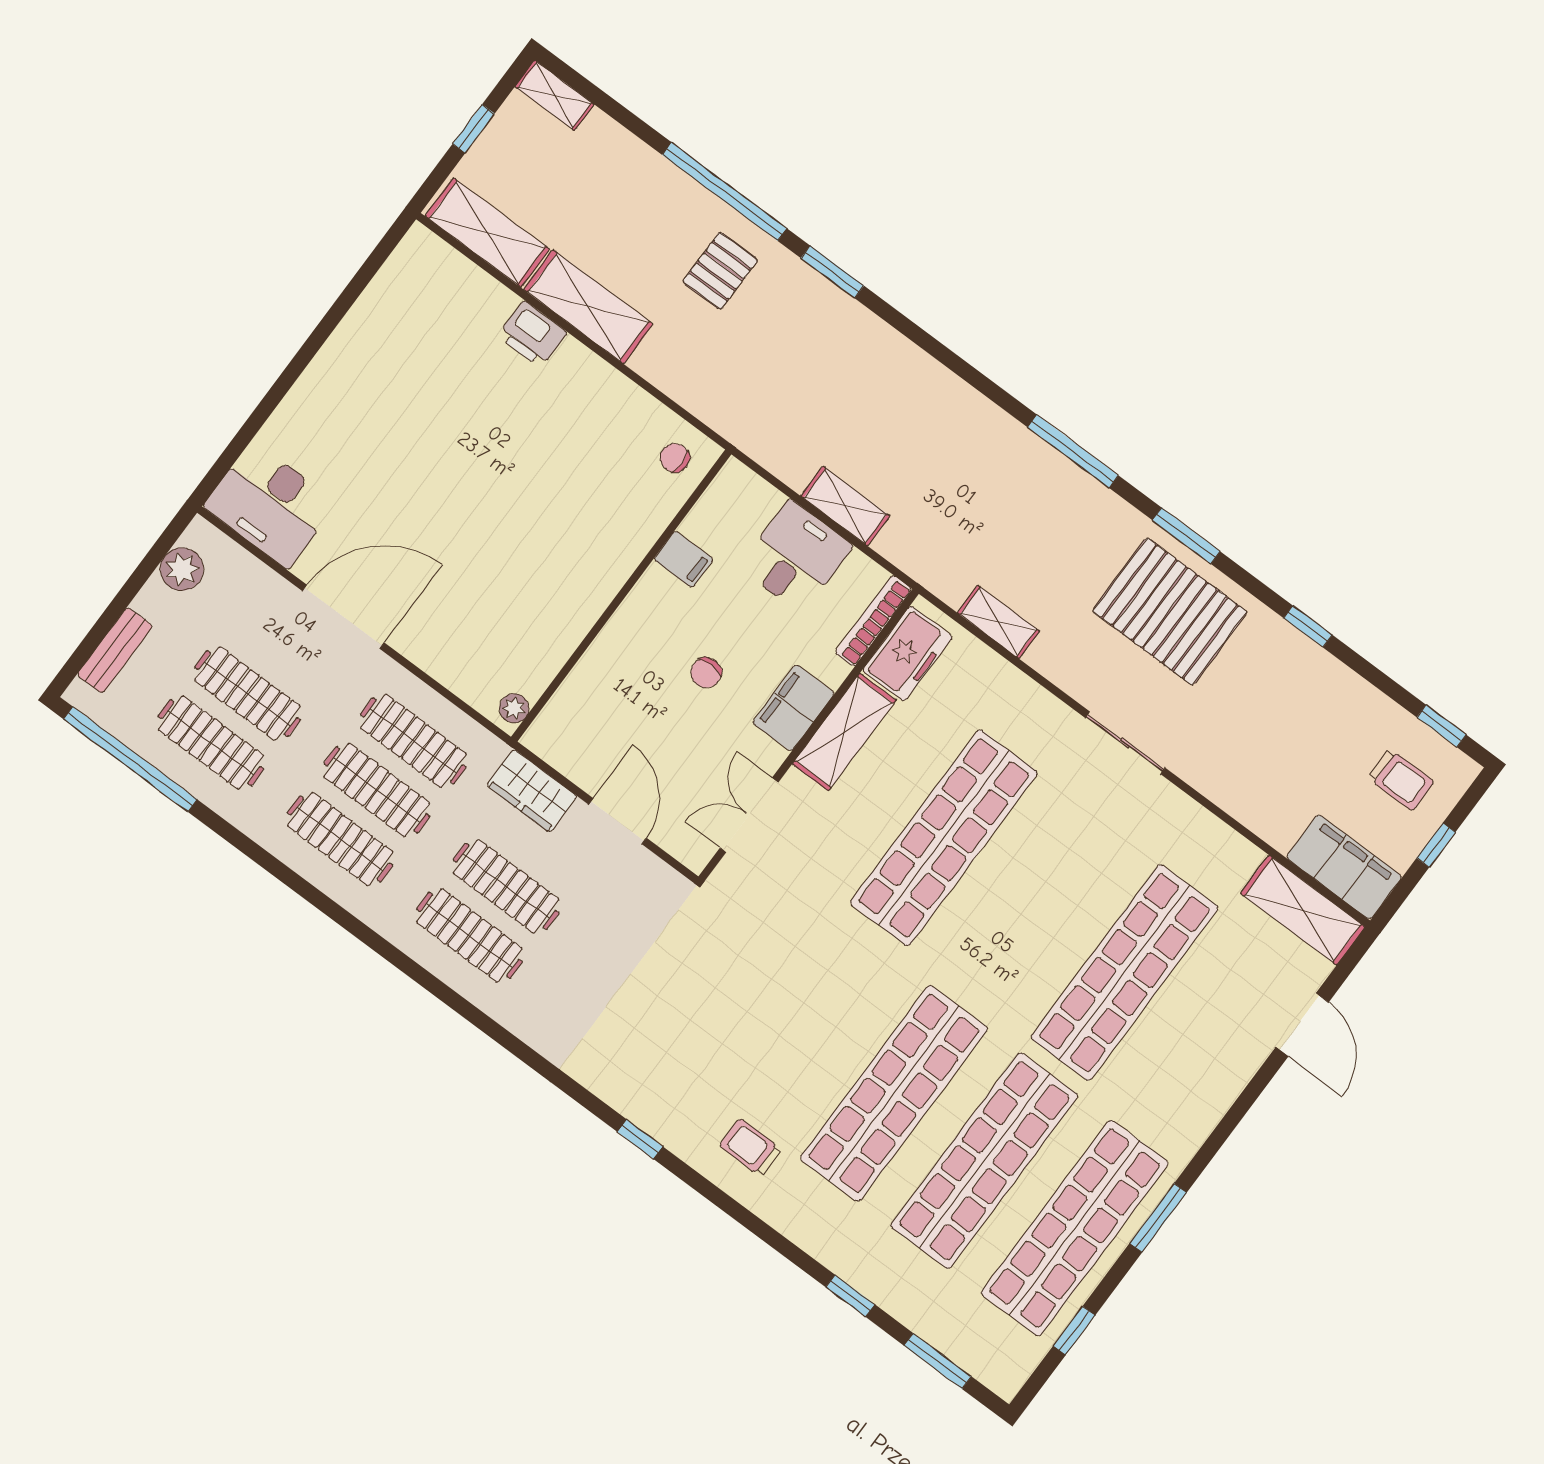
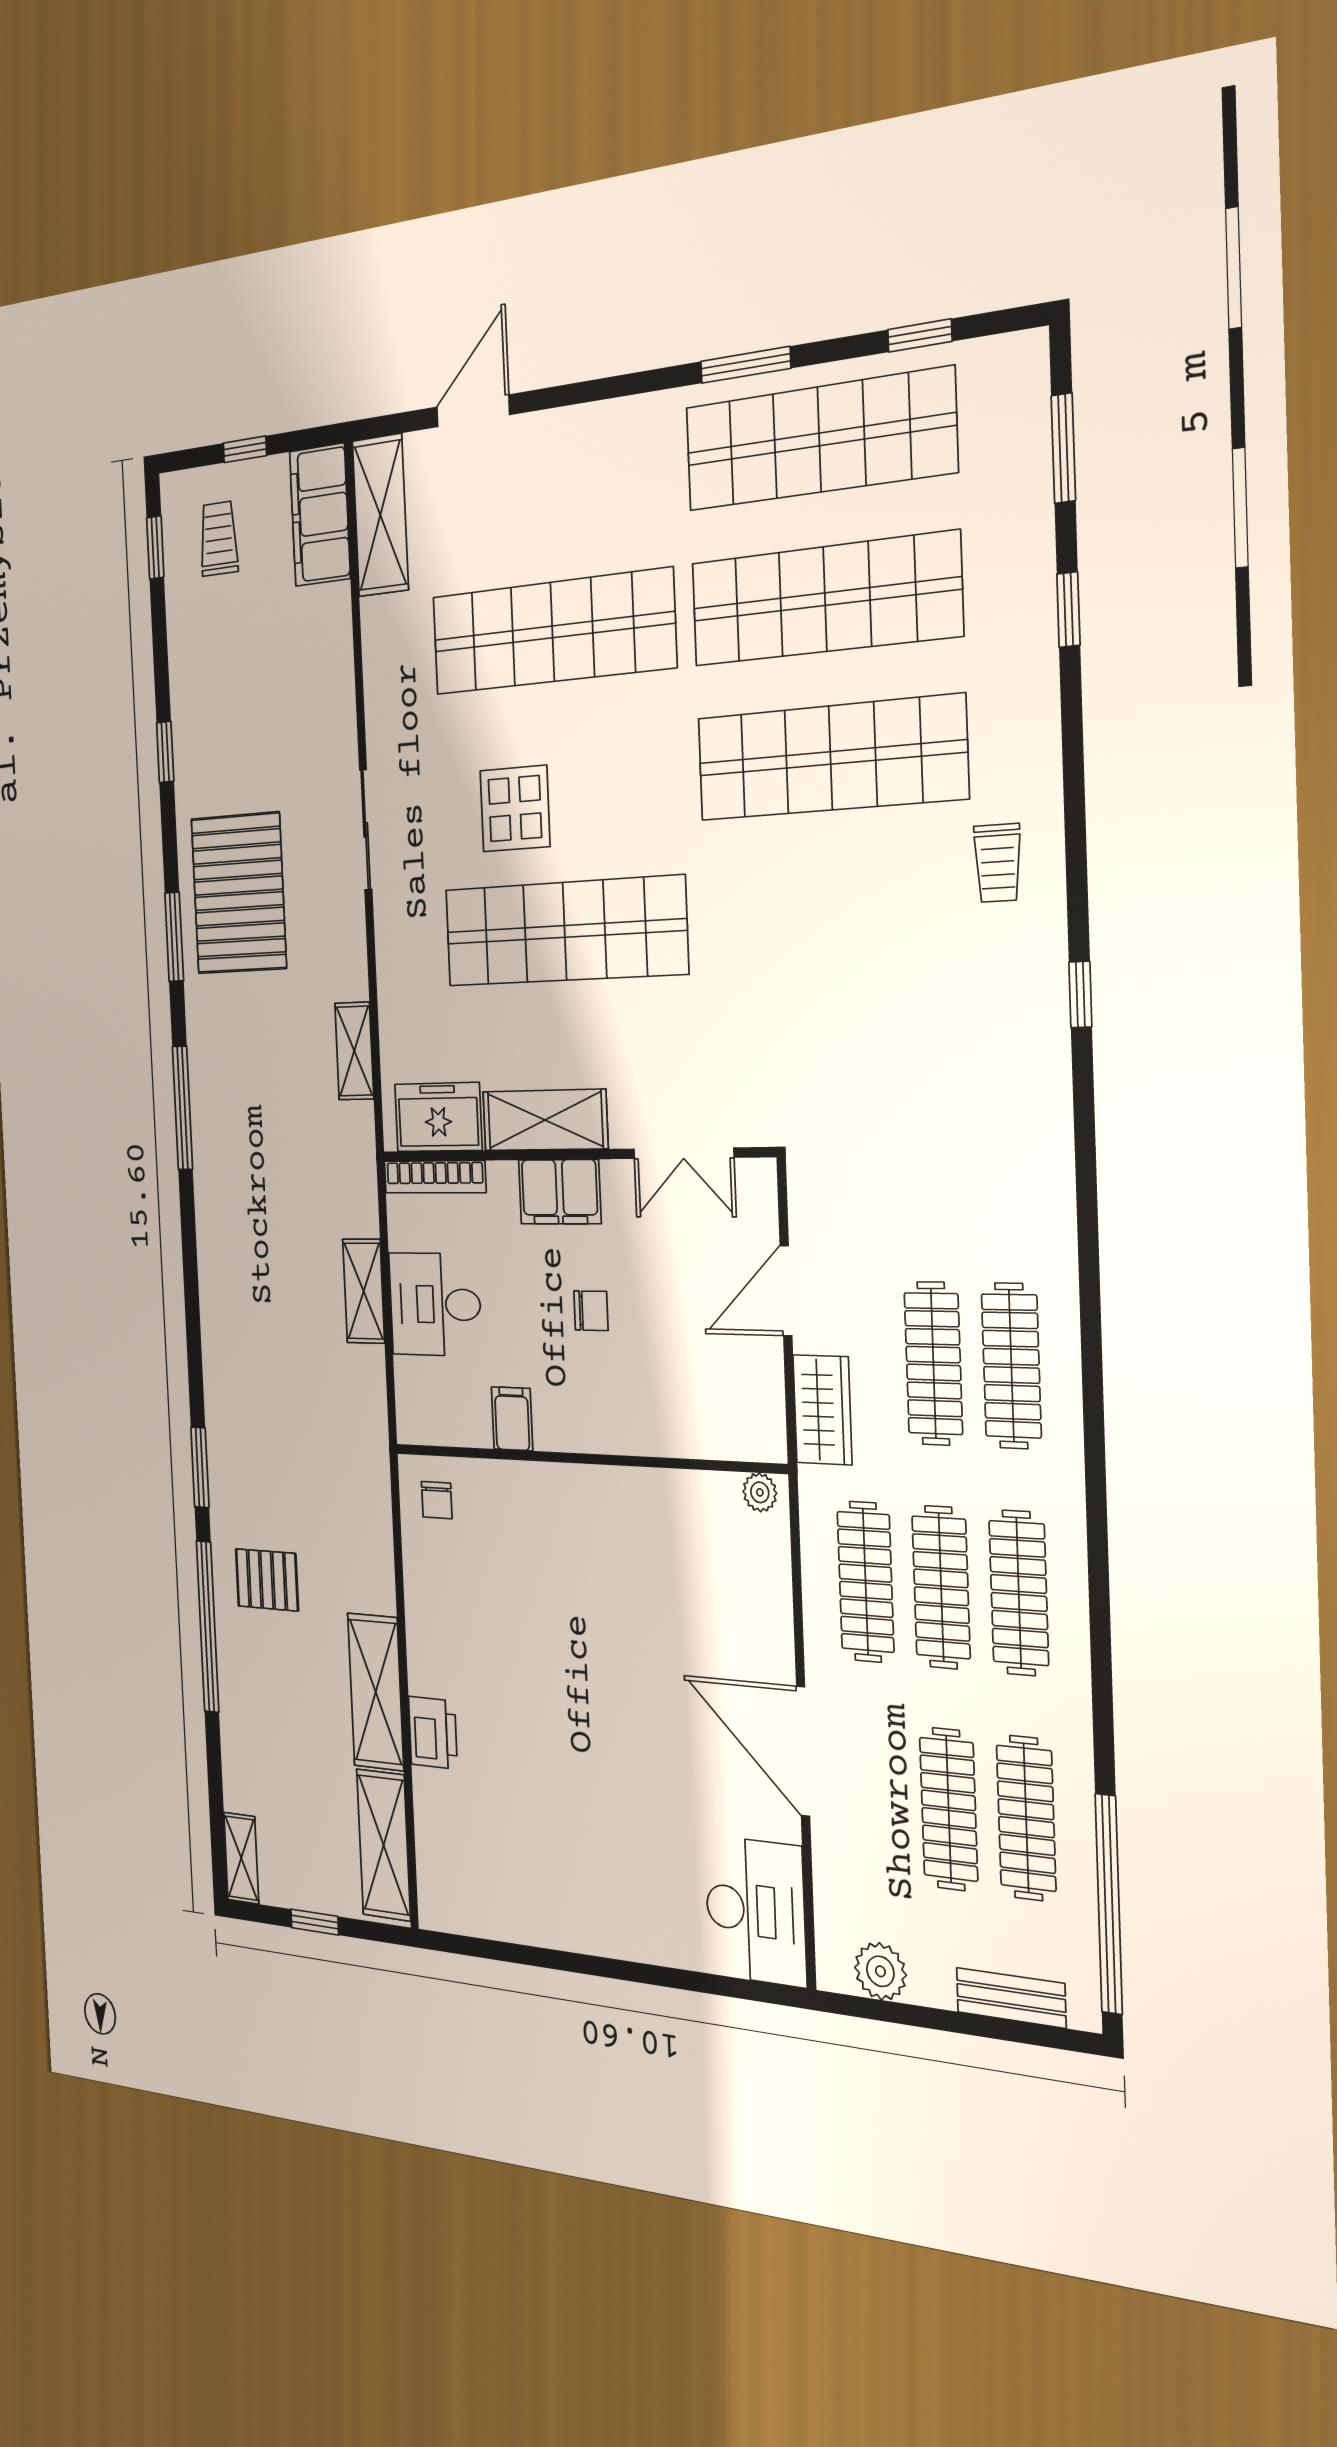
display table: (1045, 862) -> (515, 809), added

